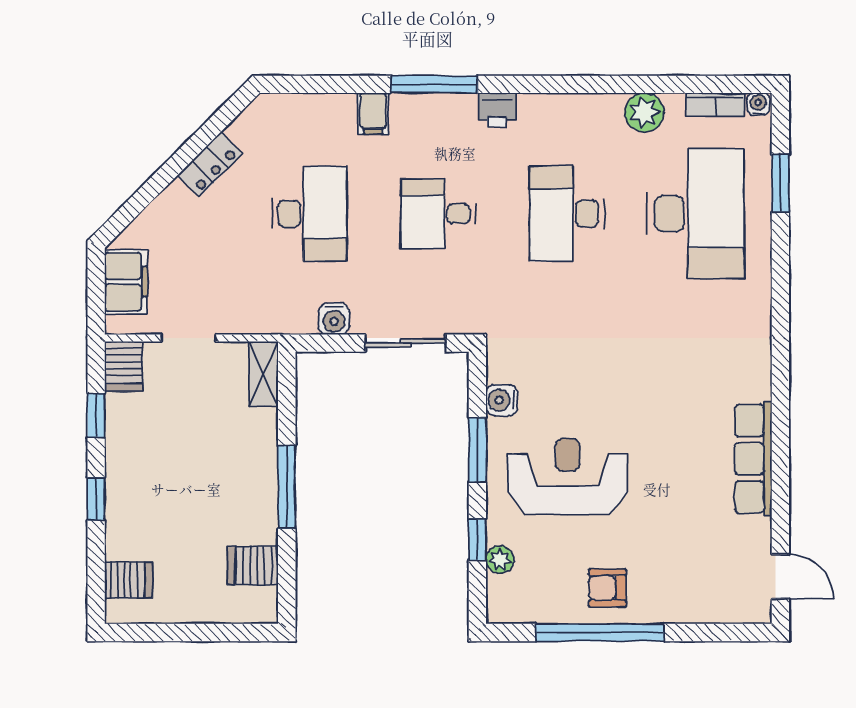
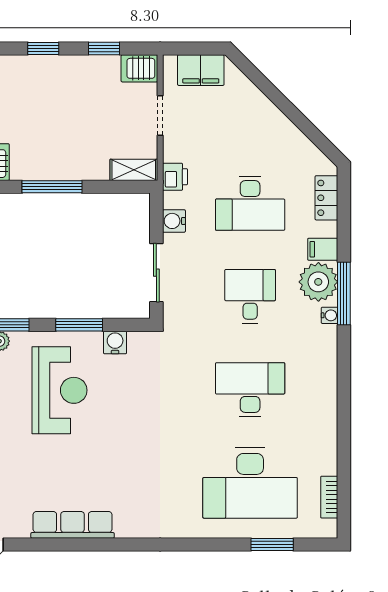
water cooler: (758, 104) -> (330, 315), moved
printer: (497, 110) -> (175, 177), moved, turned 180
plant: (644, 112) -> (318, 282), moved, width x1.36, depth x1.36
locker: (210, 164) -> (326, 198), moved, turned 45

